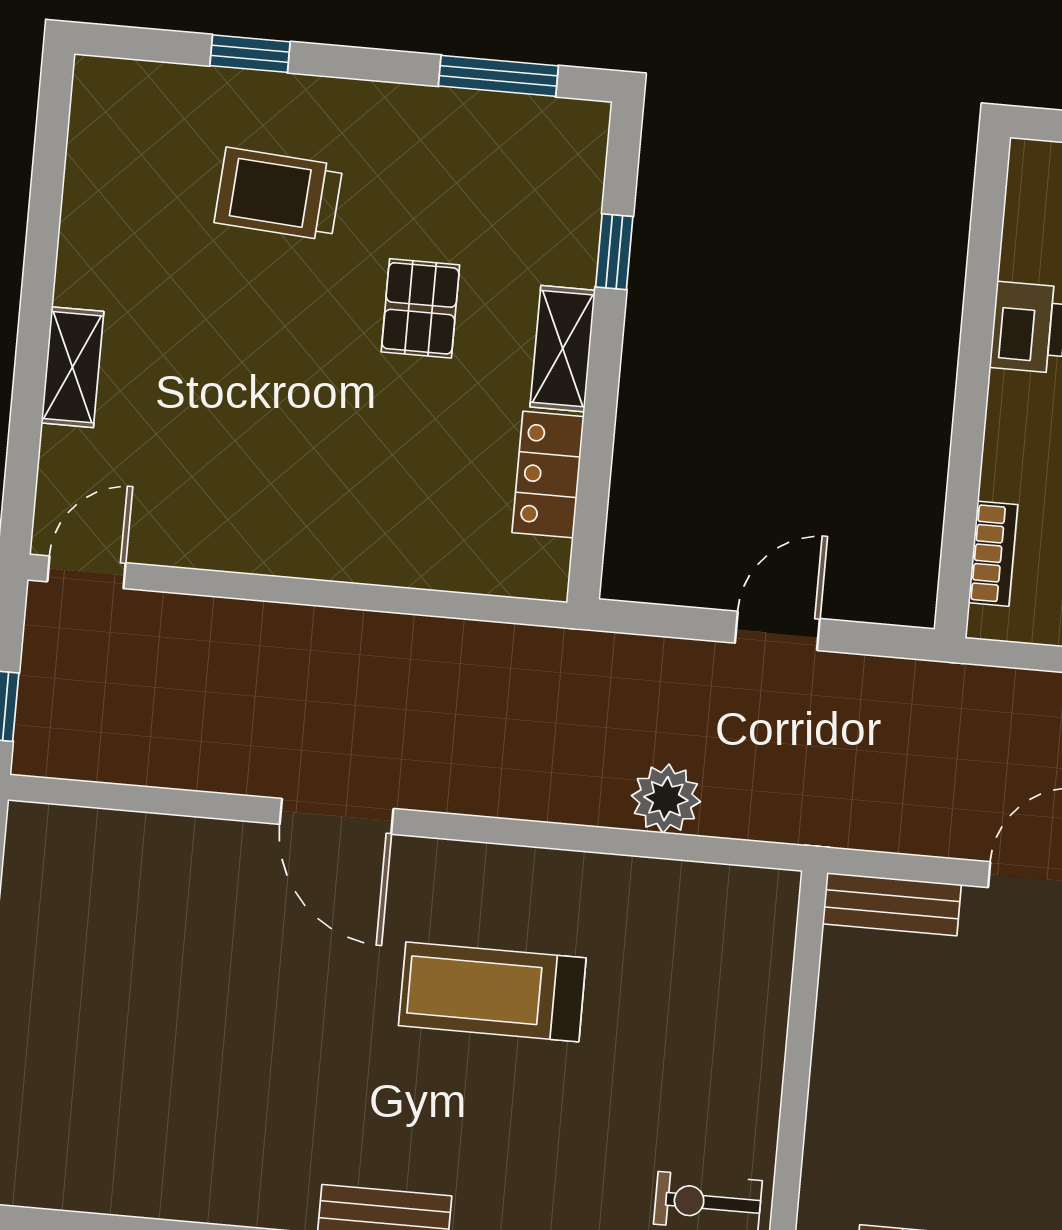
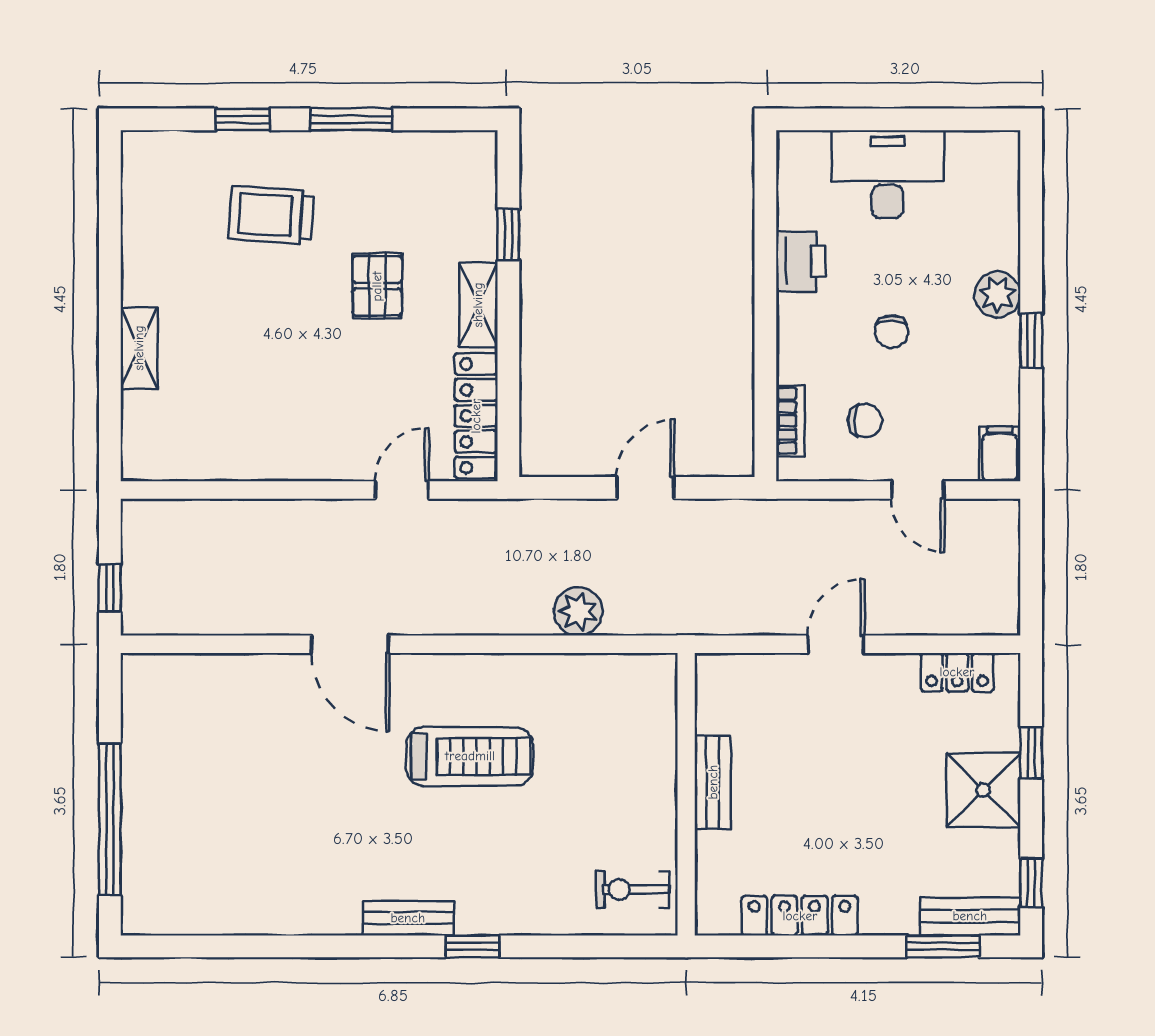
window: (498, 76) -> (351, 119), moved
locker: (548, 475) -> (476, 416), width x1.53
door: (87, 572) -> (402, 490), moved
bench: (892, 904) -> (713, 782), moved, turned 90
treadmill: (492, 992) -> (470, 756), turned 180

